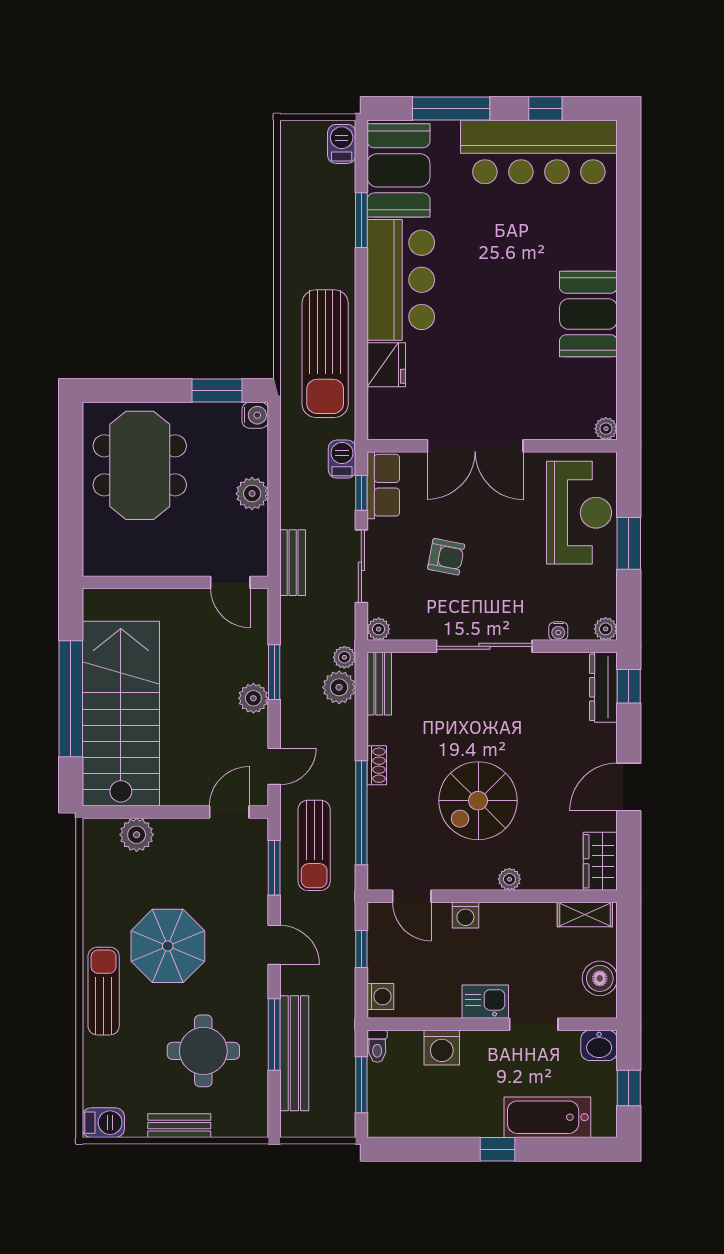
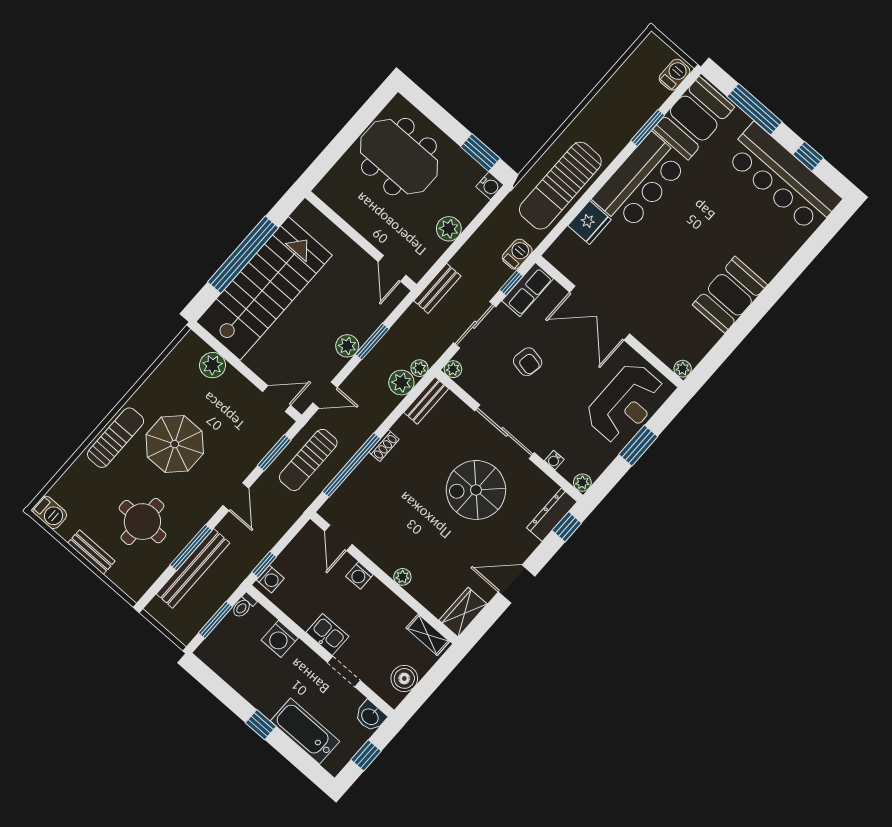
meeting table: (140, 465) -> (399, 157), turned 90
spiral stairs: (478, 801) -> (476, 490), moved
window: (361, 949) -> (264, 564), moved

